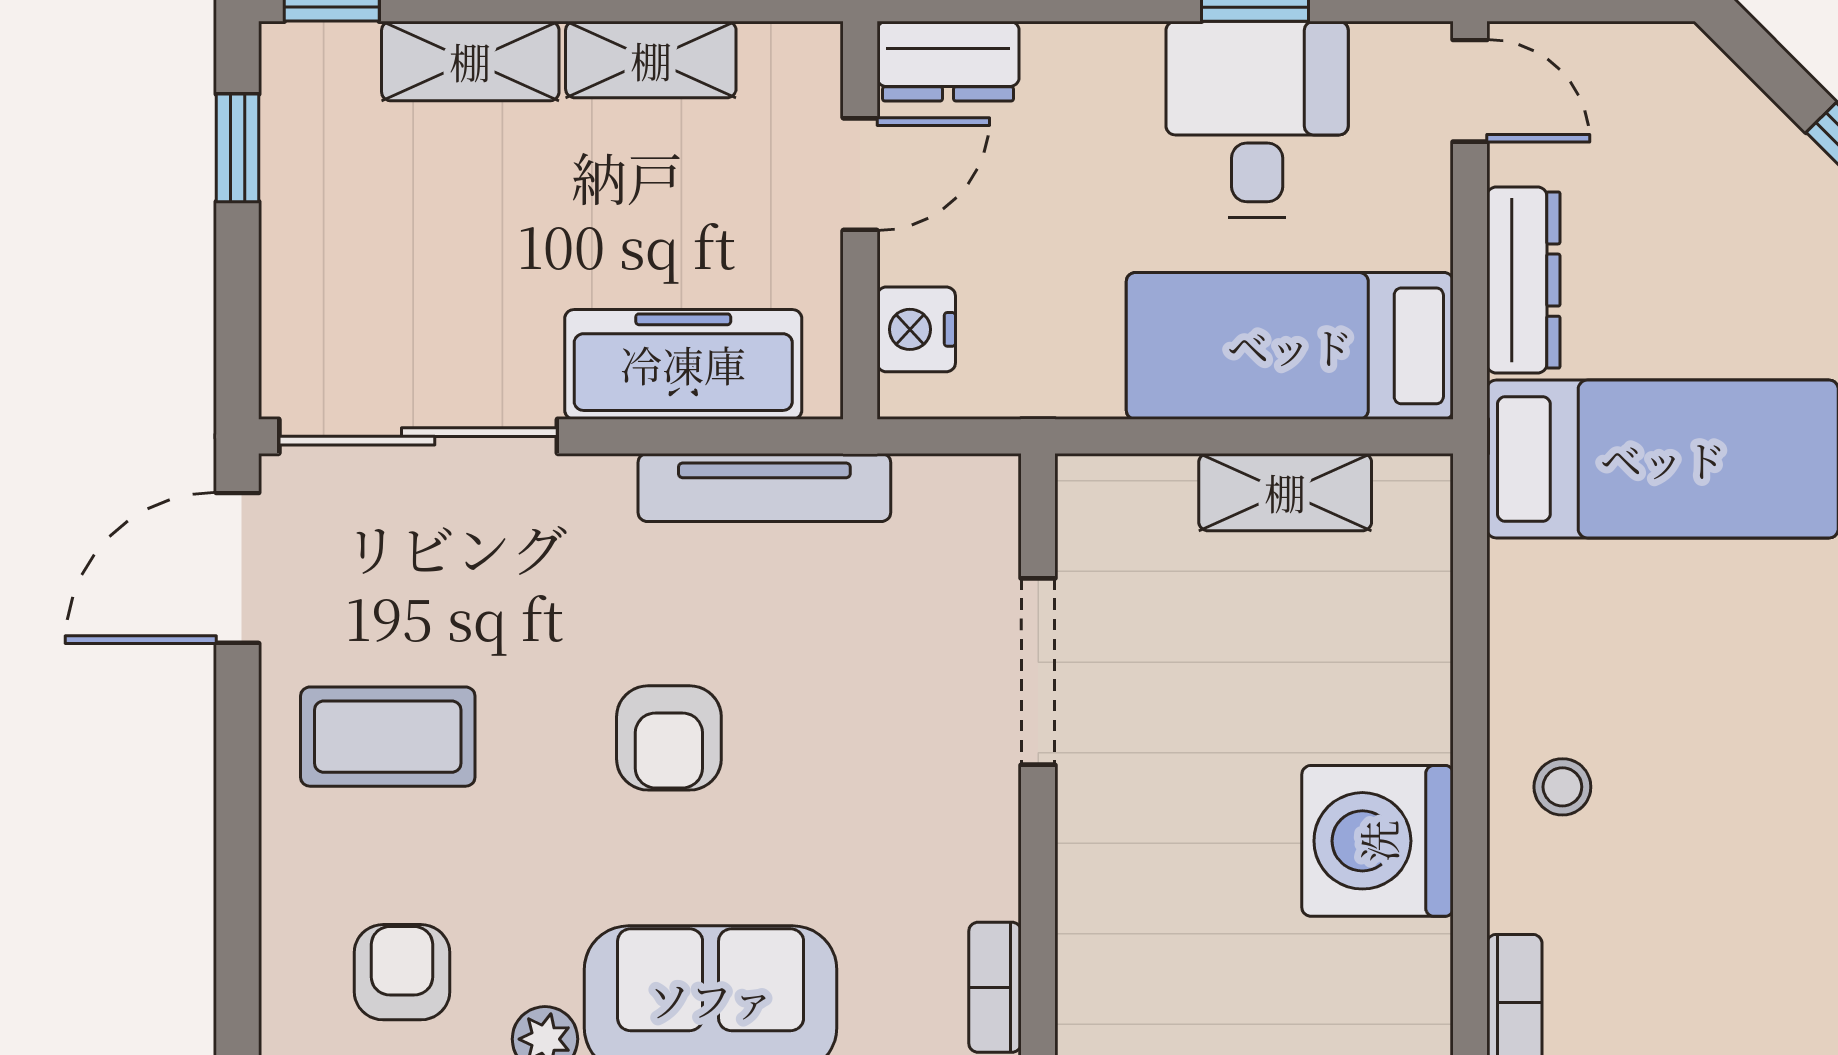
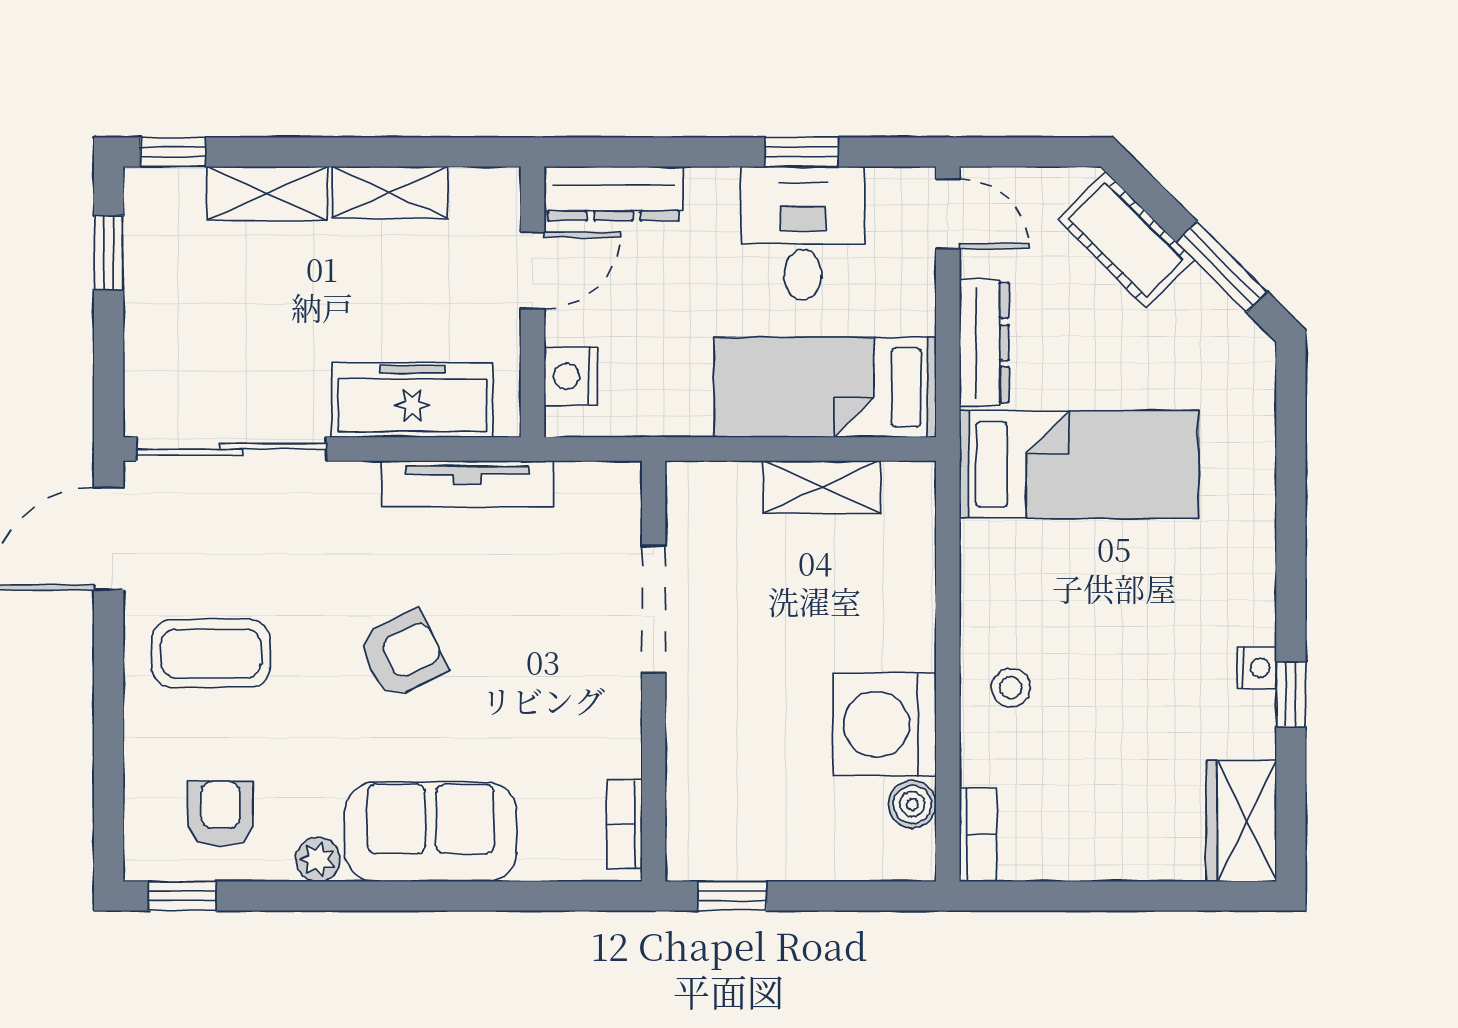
dresser: (948, 61) -> (614, 194), width x1.44
cot: (1732, 129) -> (1126, 240), added
armchair: (669, 738) -> (402, 654), turned -116
boiler: (1418, 958) -> (912, 804), added

